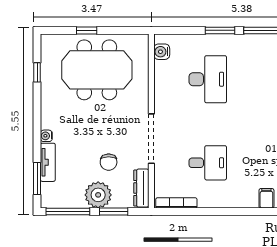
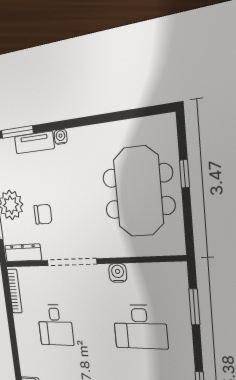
window: (220, 30) -> (194, 307), moved
water cooler: (162, 52) -> (118, 273), moved
window: (37, 72) -> (129, 114), removed
chair: (109, 162) -> (43, 214), turned 180

